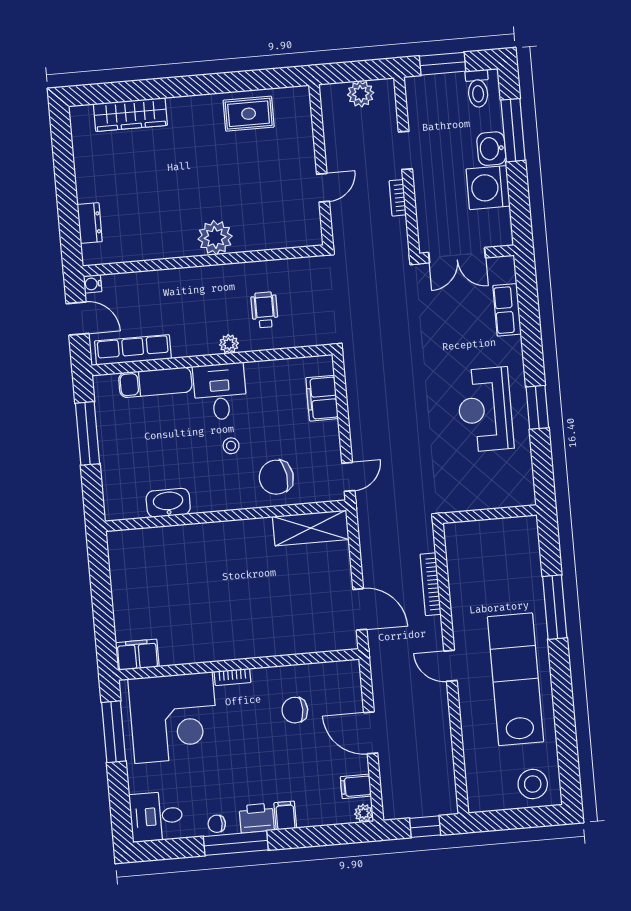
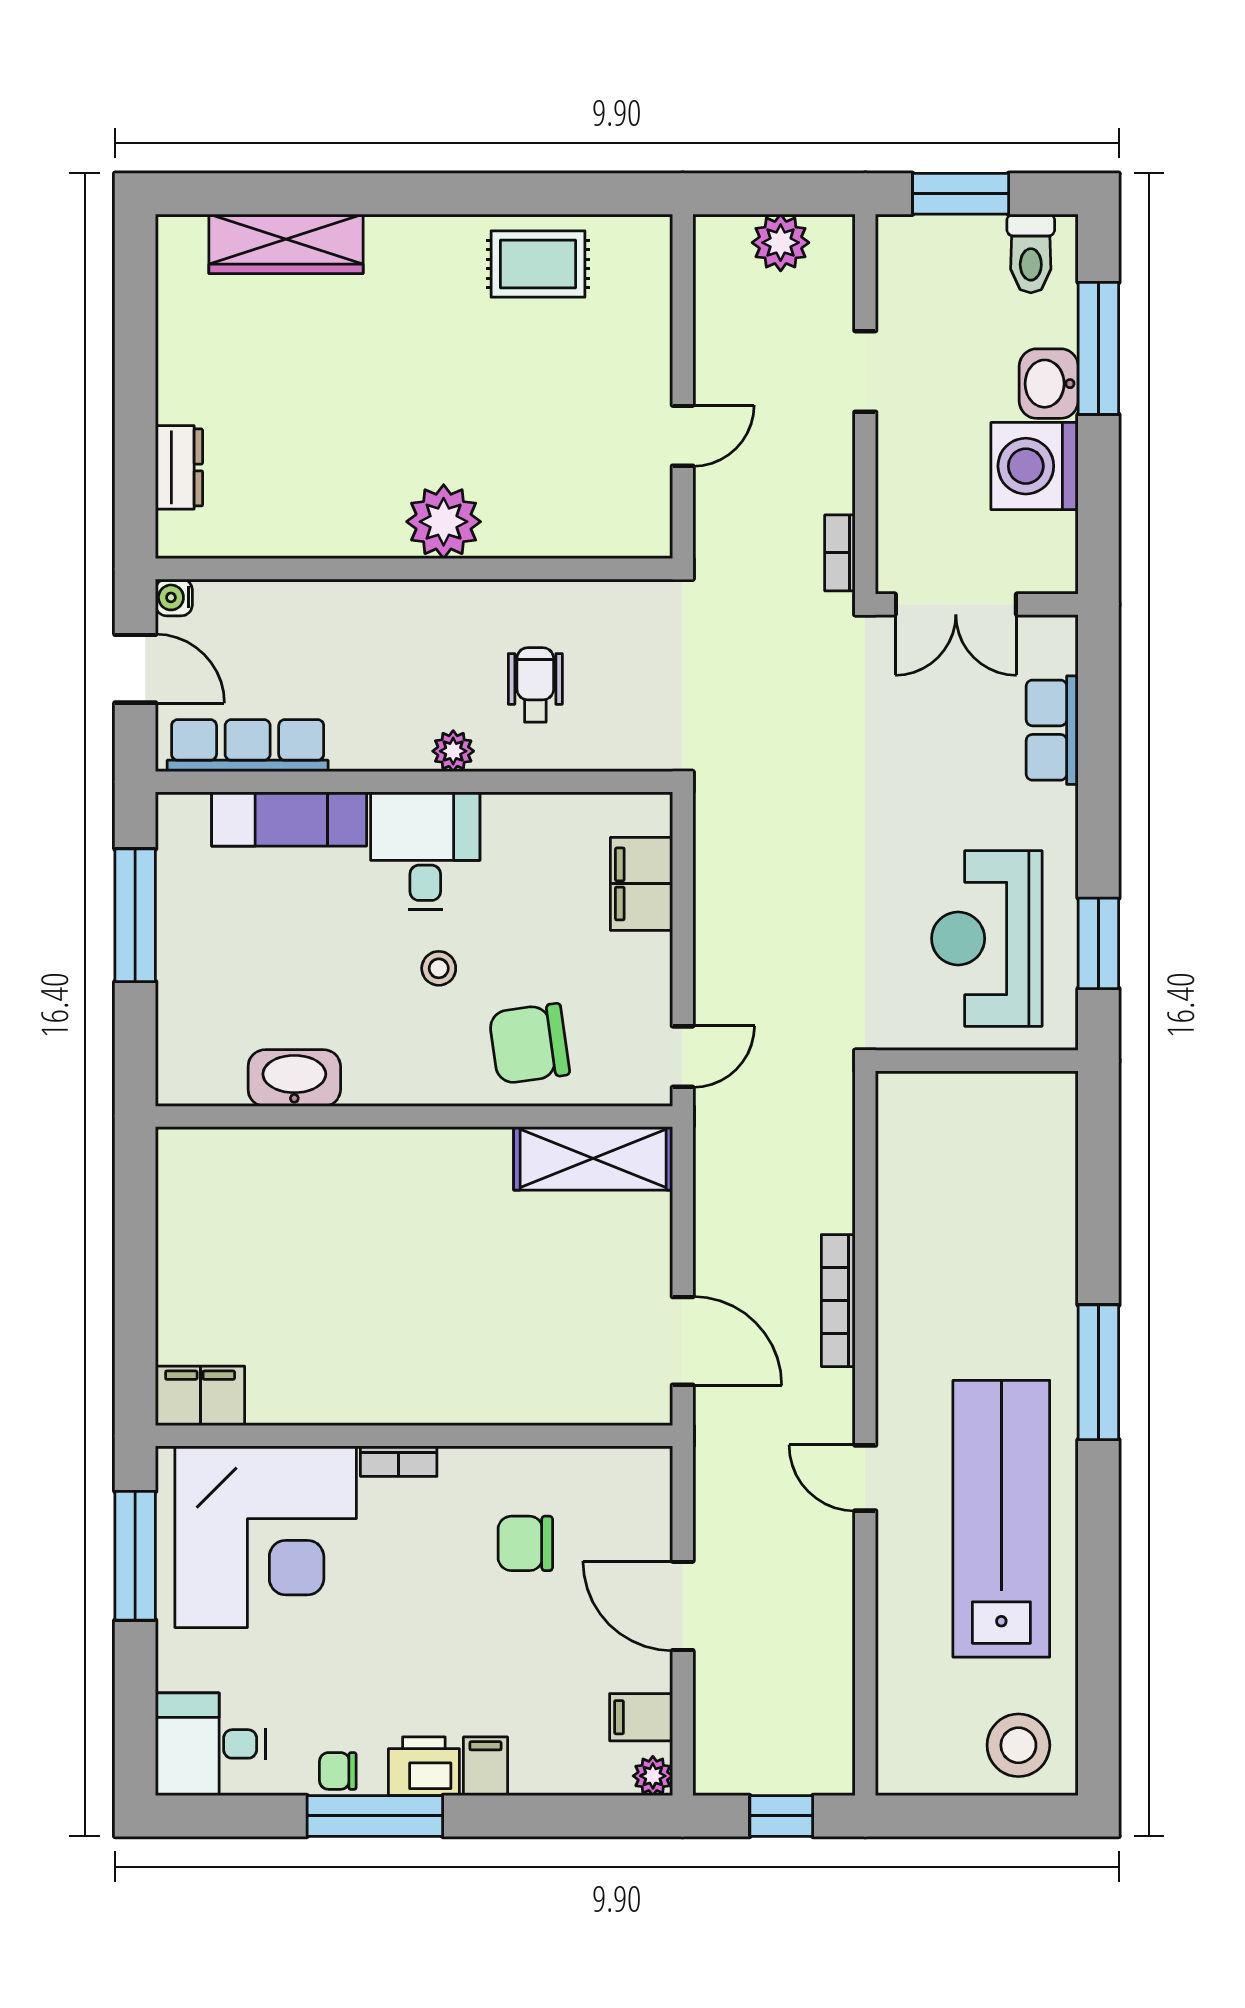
bookcase: (398, 198) -> (840, 553), moved
wall: (490, 514) -> (977, 1061), moved

